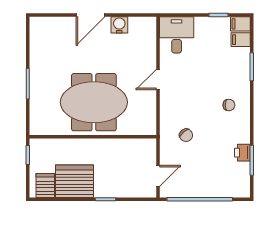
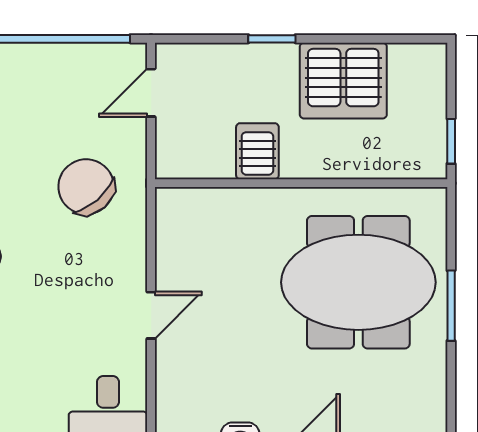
meeting table: (94, 102) -> (358, 282), moved
chair: (186, 135) -> (86, 187), width x1.87, depth x1.87
server rack: (45, 185) -> (257, 151), moved, turned 180

